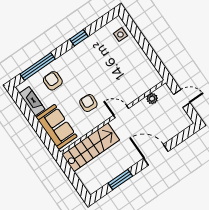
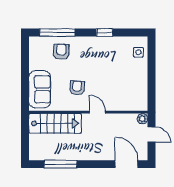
plant: (152, 99) -> (143, 119), moved
fireplace: (32, 101) -> (34, 56), removed
door: (156, 155) -> (126, 164), moved
window: (120, 179) -> (61, 164), width x1.44

